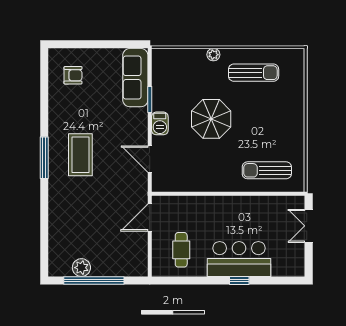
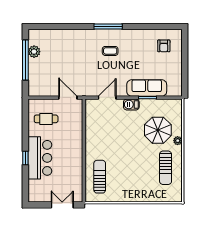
sofa: (135, 78) -> (147, 88), moved
parasol: (211, 119) -> (158, 130), moved
coffee table: (80, 155) -> (110, 51), width x0.54, depth x0.58

